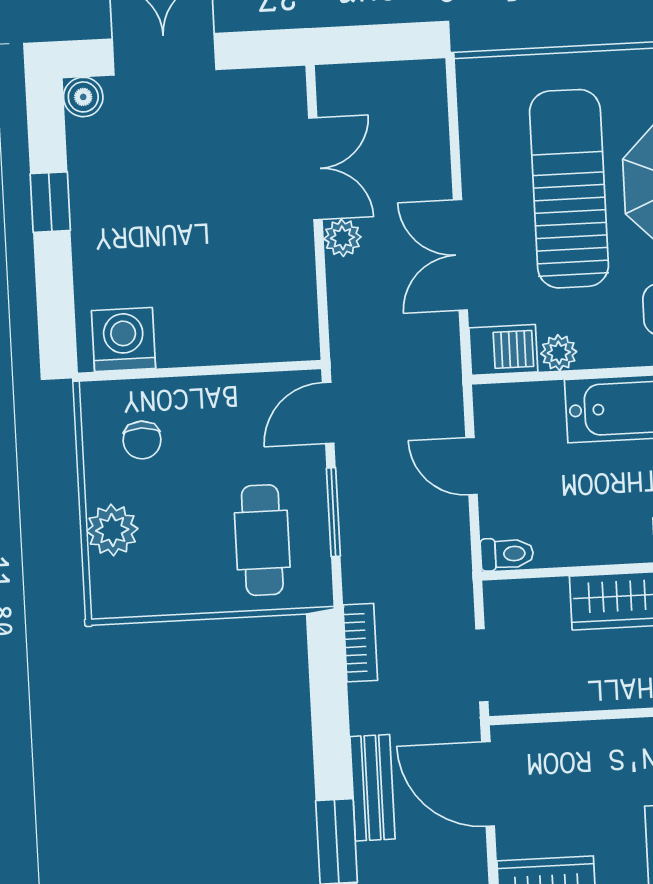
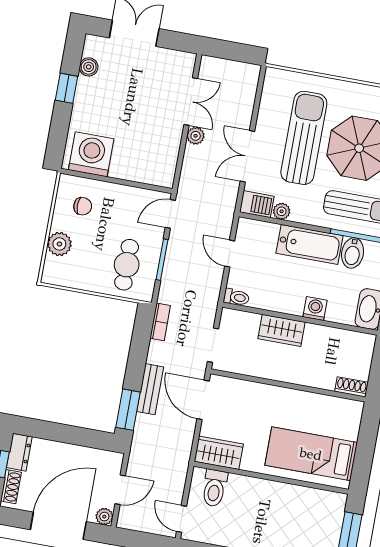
boiler: (83, 97) -> (89, 67), moved
washing machine: (123, 340) -> (91, 154), width x1.37, depth x1.37
chair: (142, 440) -> (83, 206), turned -90

